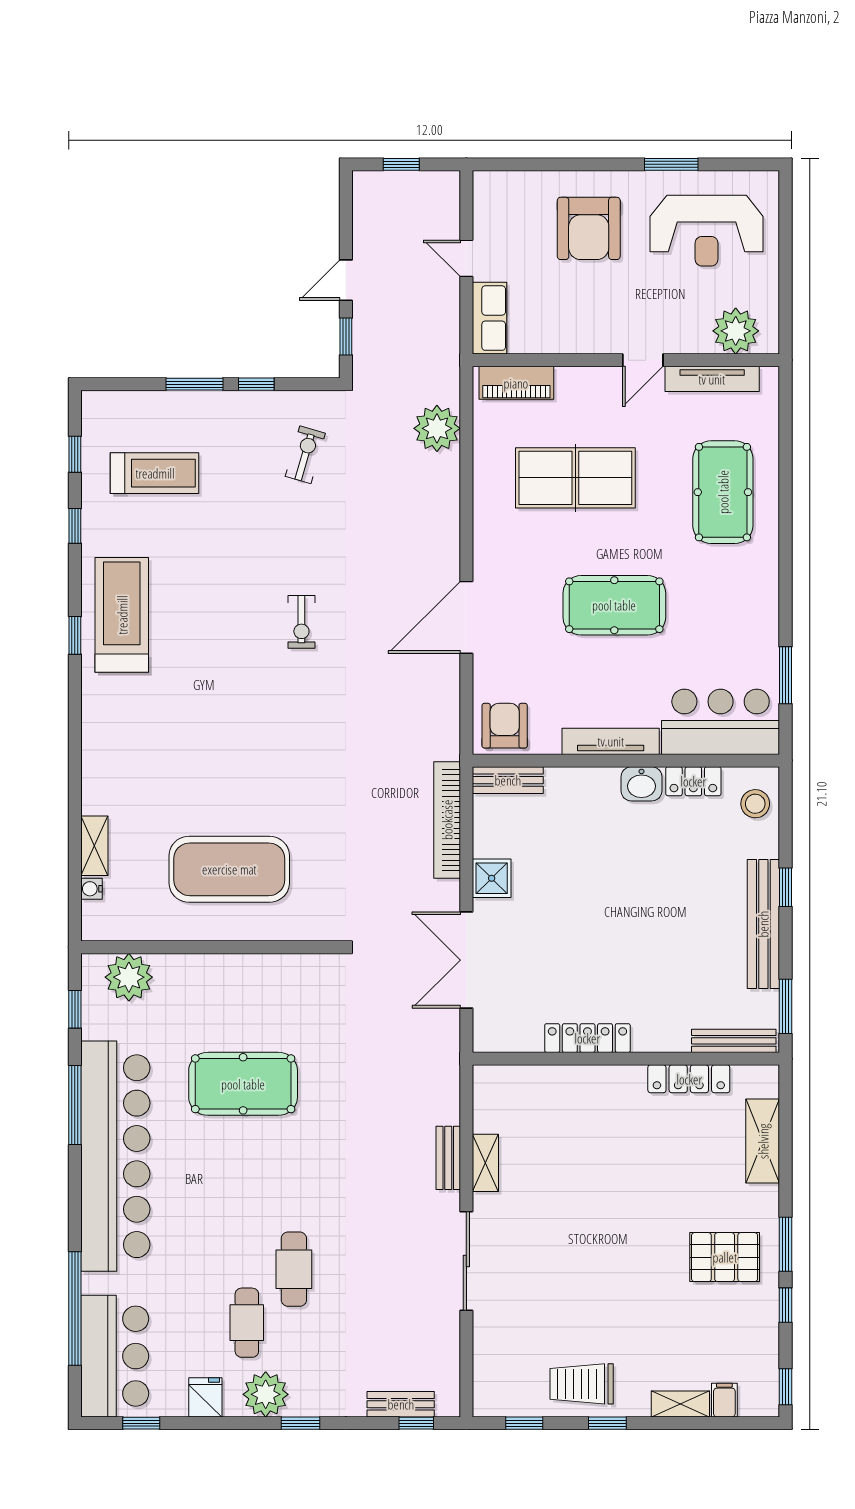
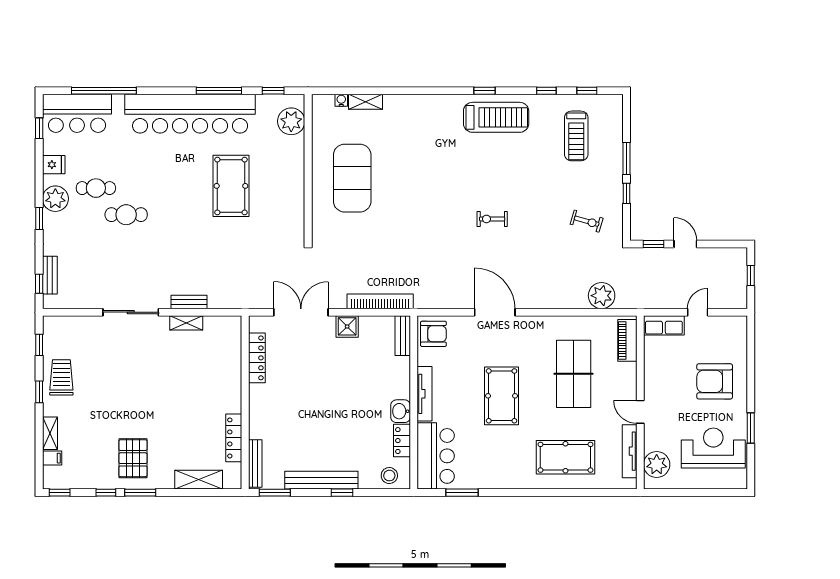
reception desk: (707, 231) -> (713, 448), turned 90
locker: (587, 1038) -> (257, 358), moved

